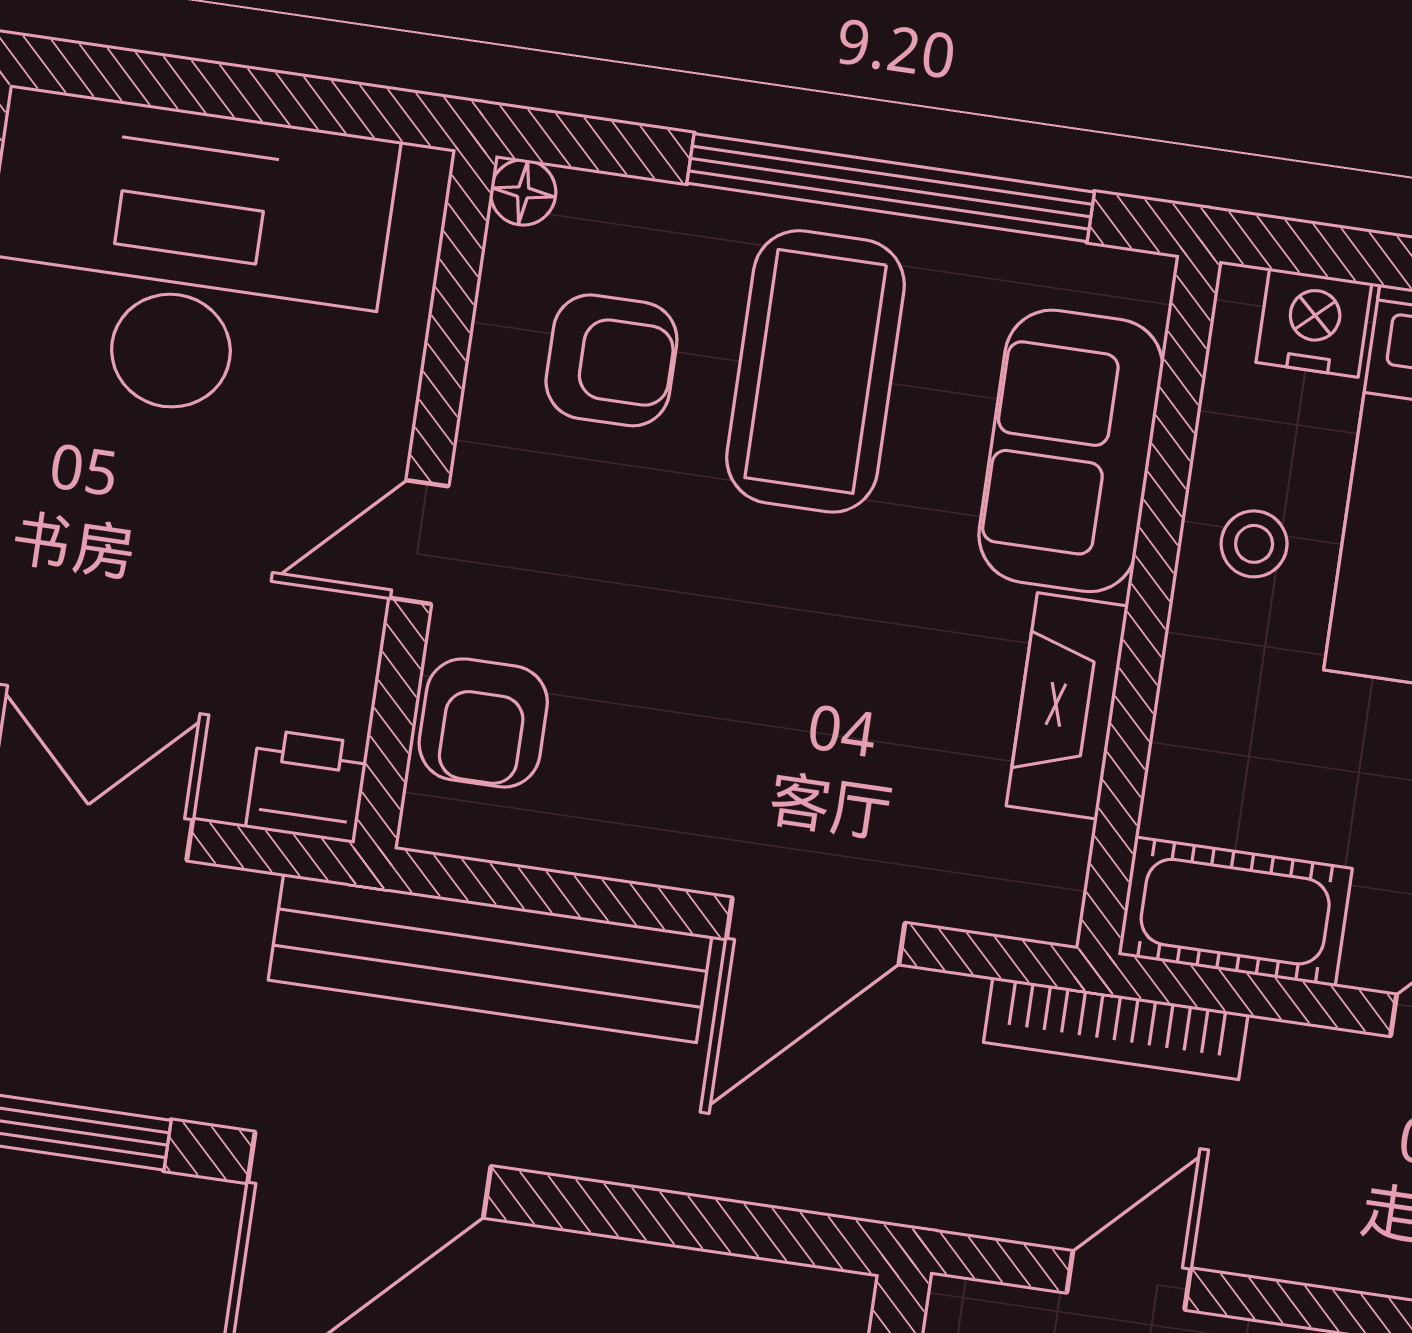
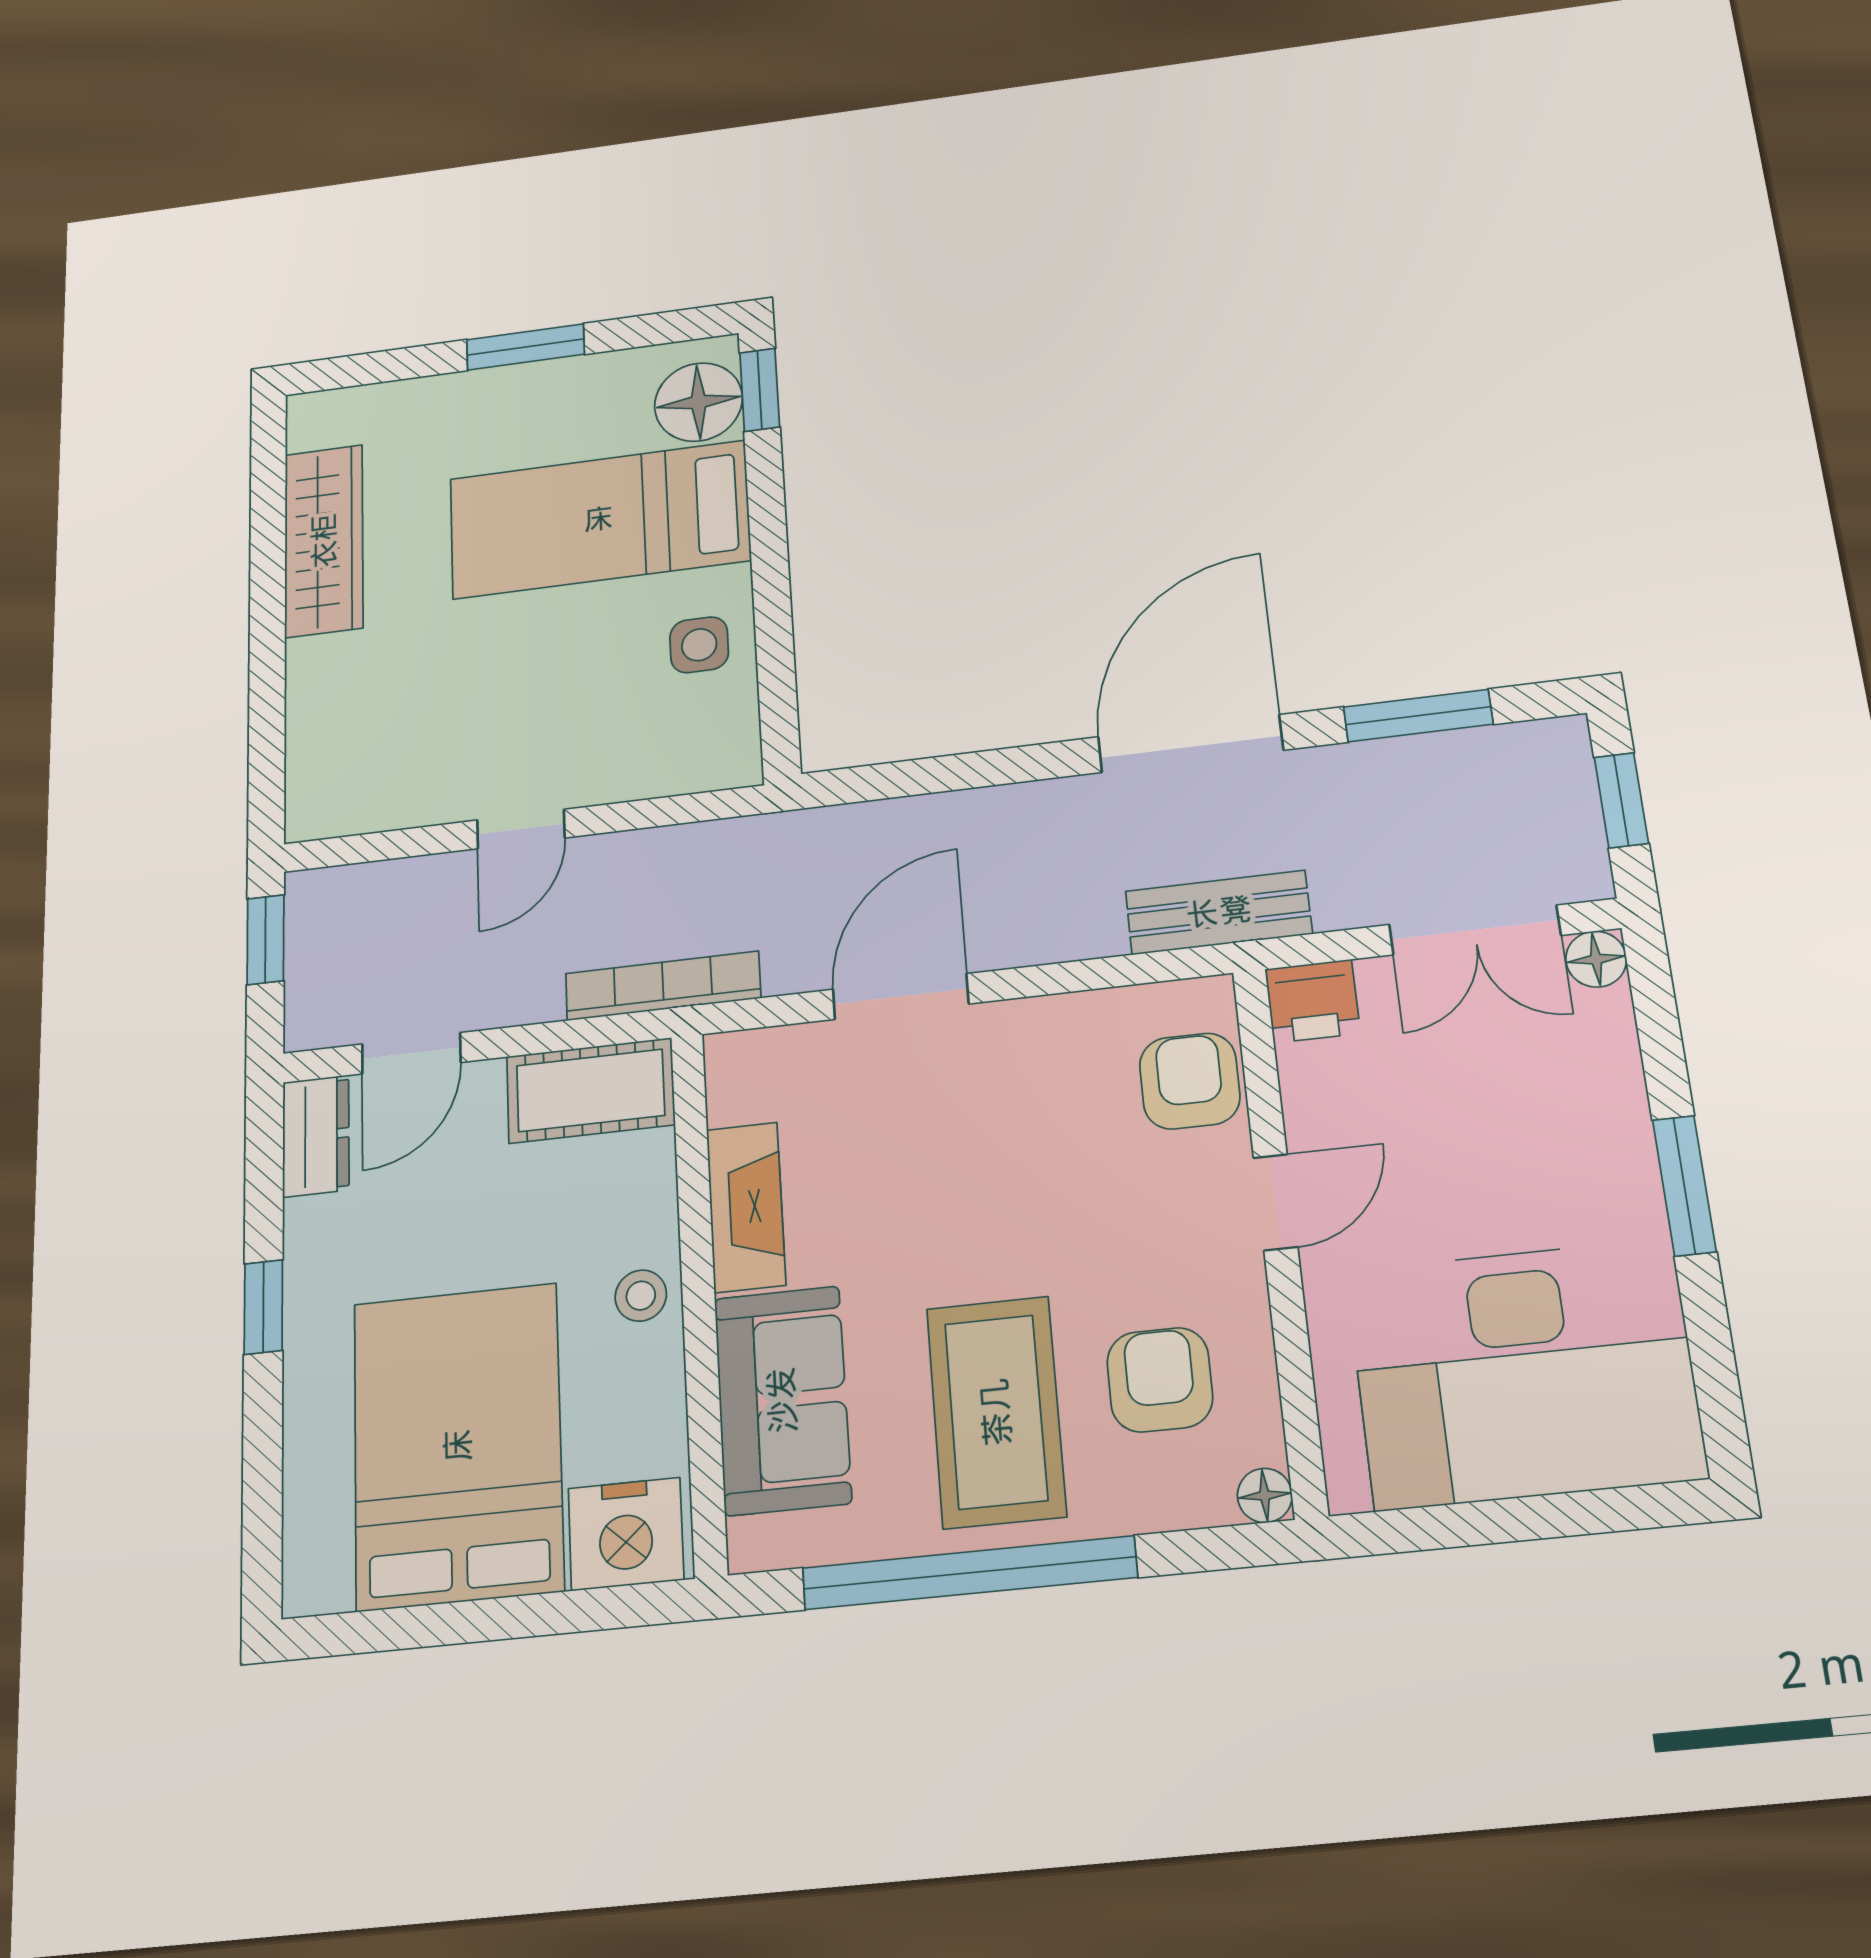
nightstand: (1314, 323) -> (626, 1534), width x1.36, depth x1.33
armchair: (611, 360) -> (1160, 1380), turned 90
stool: (1254, 544) -> (641, 1296), moved
bench: (490, 958) -> (1219, 912), width x0.54, depth x0.82
door: (1129, 1280) -> (521, 829), moved

